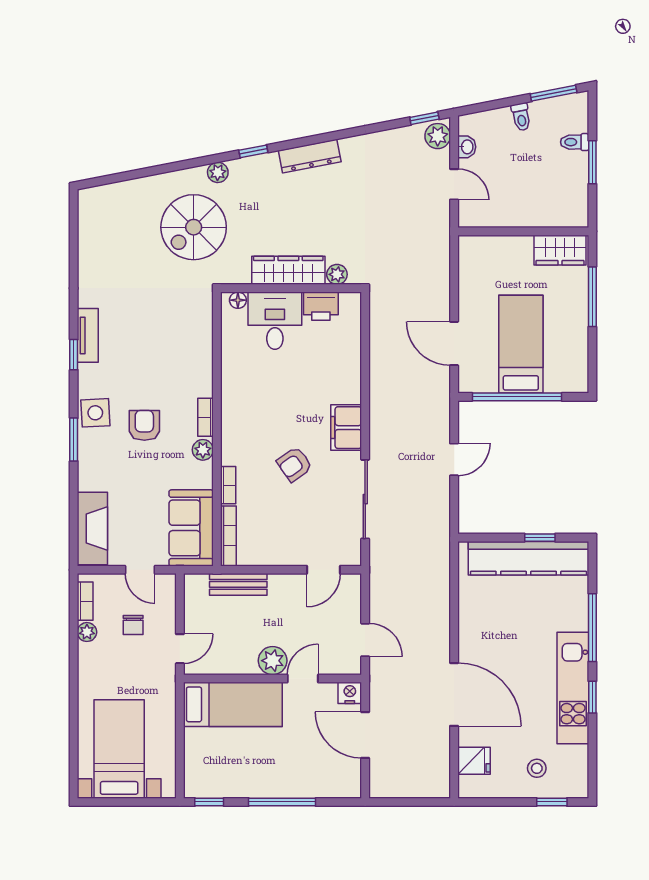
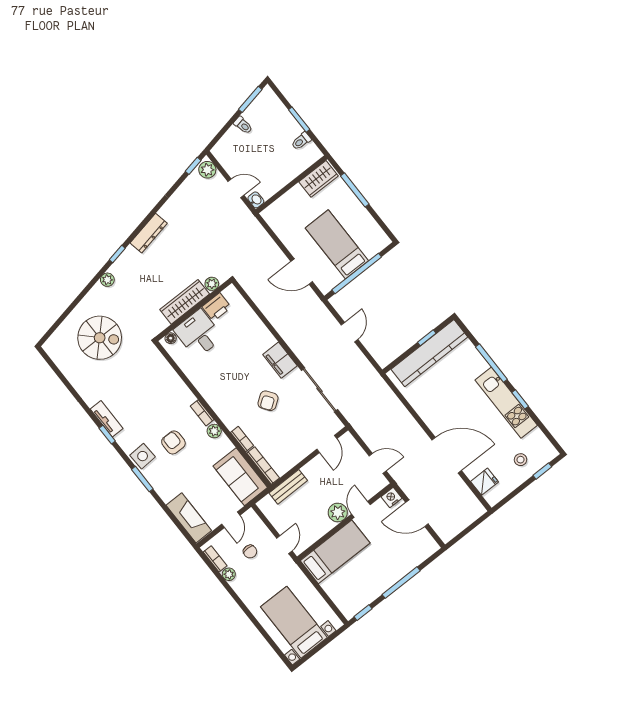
toilet: (575, 142) -> (301, 141), moved
washbasin: (467, 147) -> (256, 200), moved
spiral stairs: (194, 227) -> (100, 338), moved, turned -90
door: (140, 570) -> (231, 520), hinge flipped

